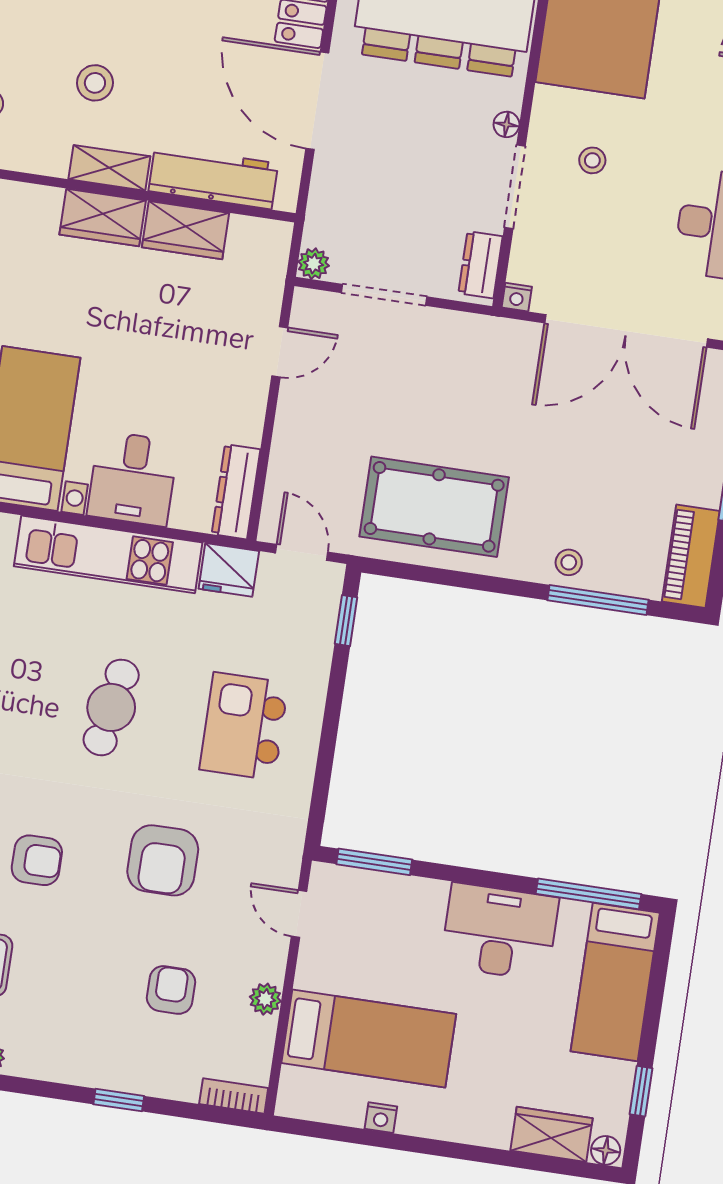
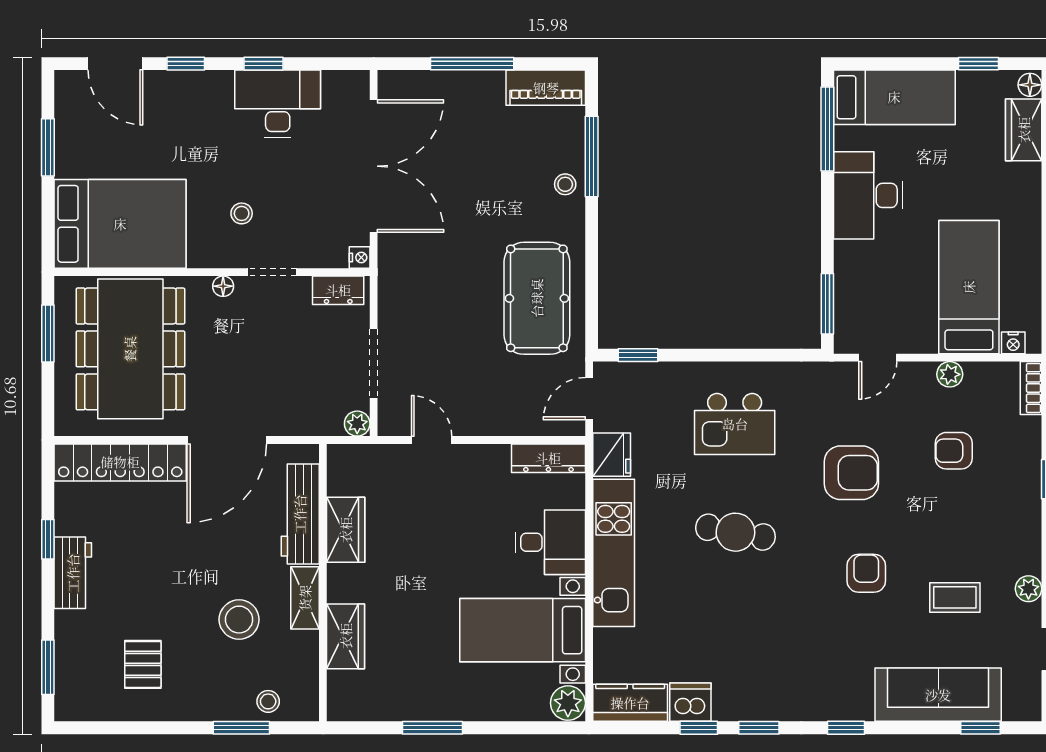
stool: (95, 83) -> (239, 620), width x1.38, depth x1.38
doorway: (515, 187) -> (272, 272), width x0.73
wardrobe: (103, 218) -> (346, 636), moved
nightstand: (381, 1118) -> (1013, 343), moved, turned 90

